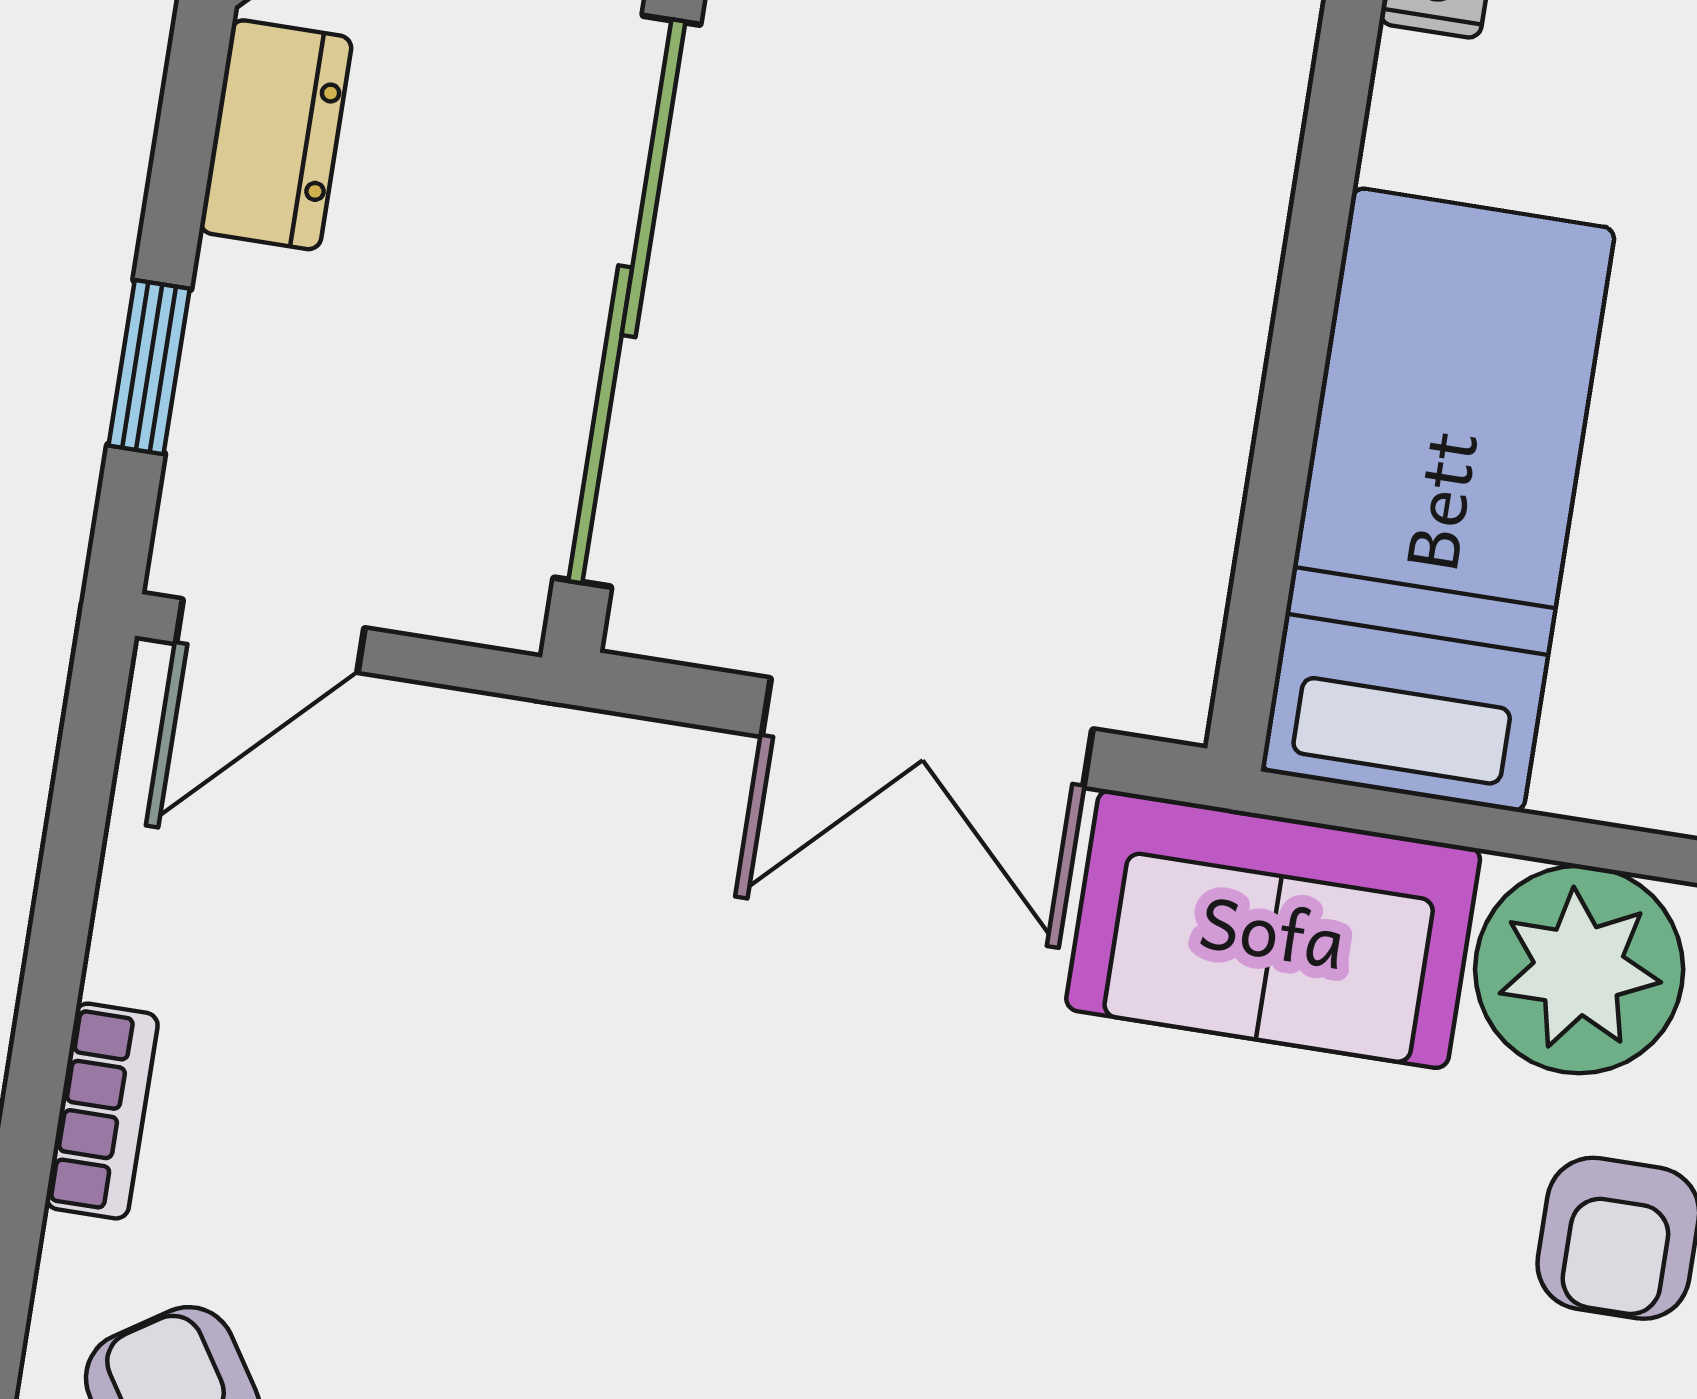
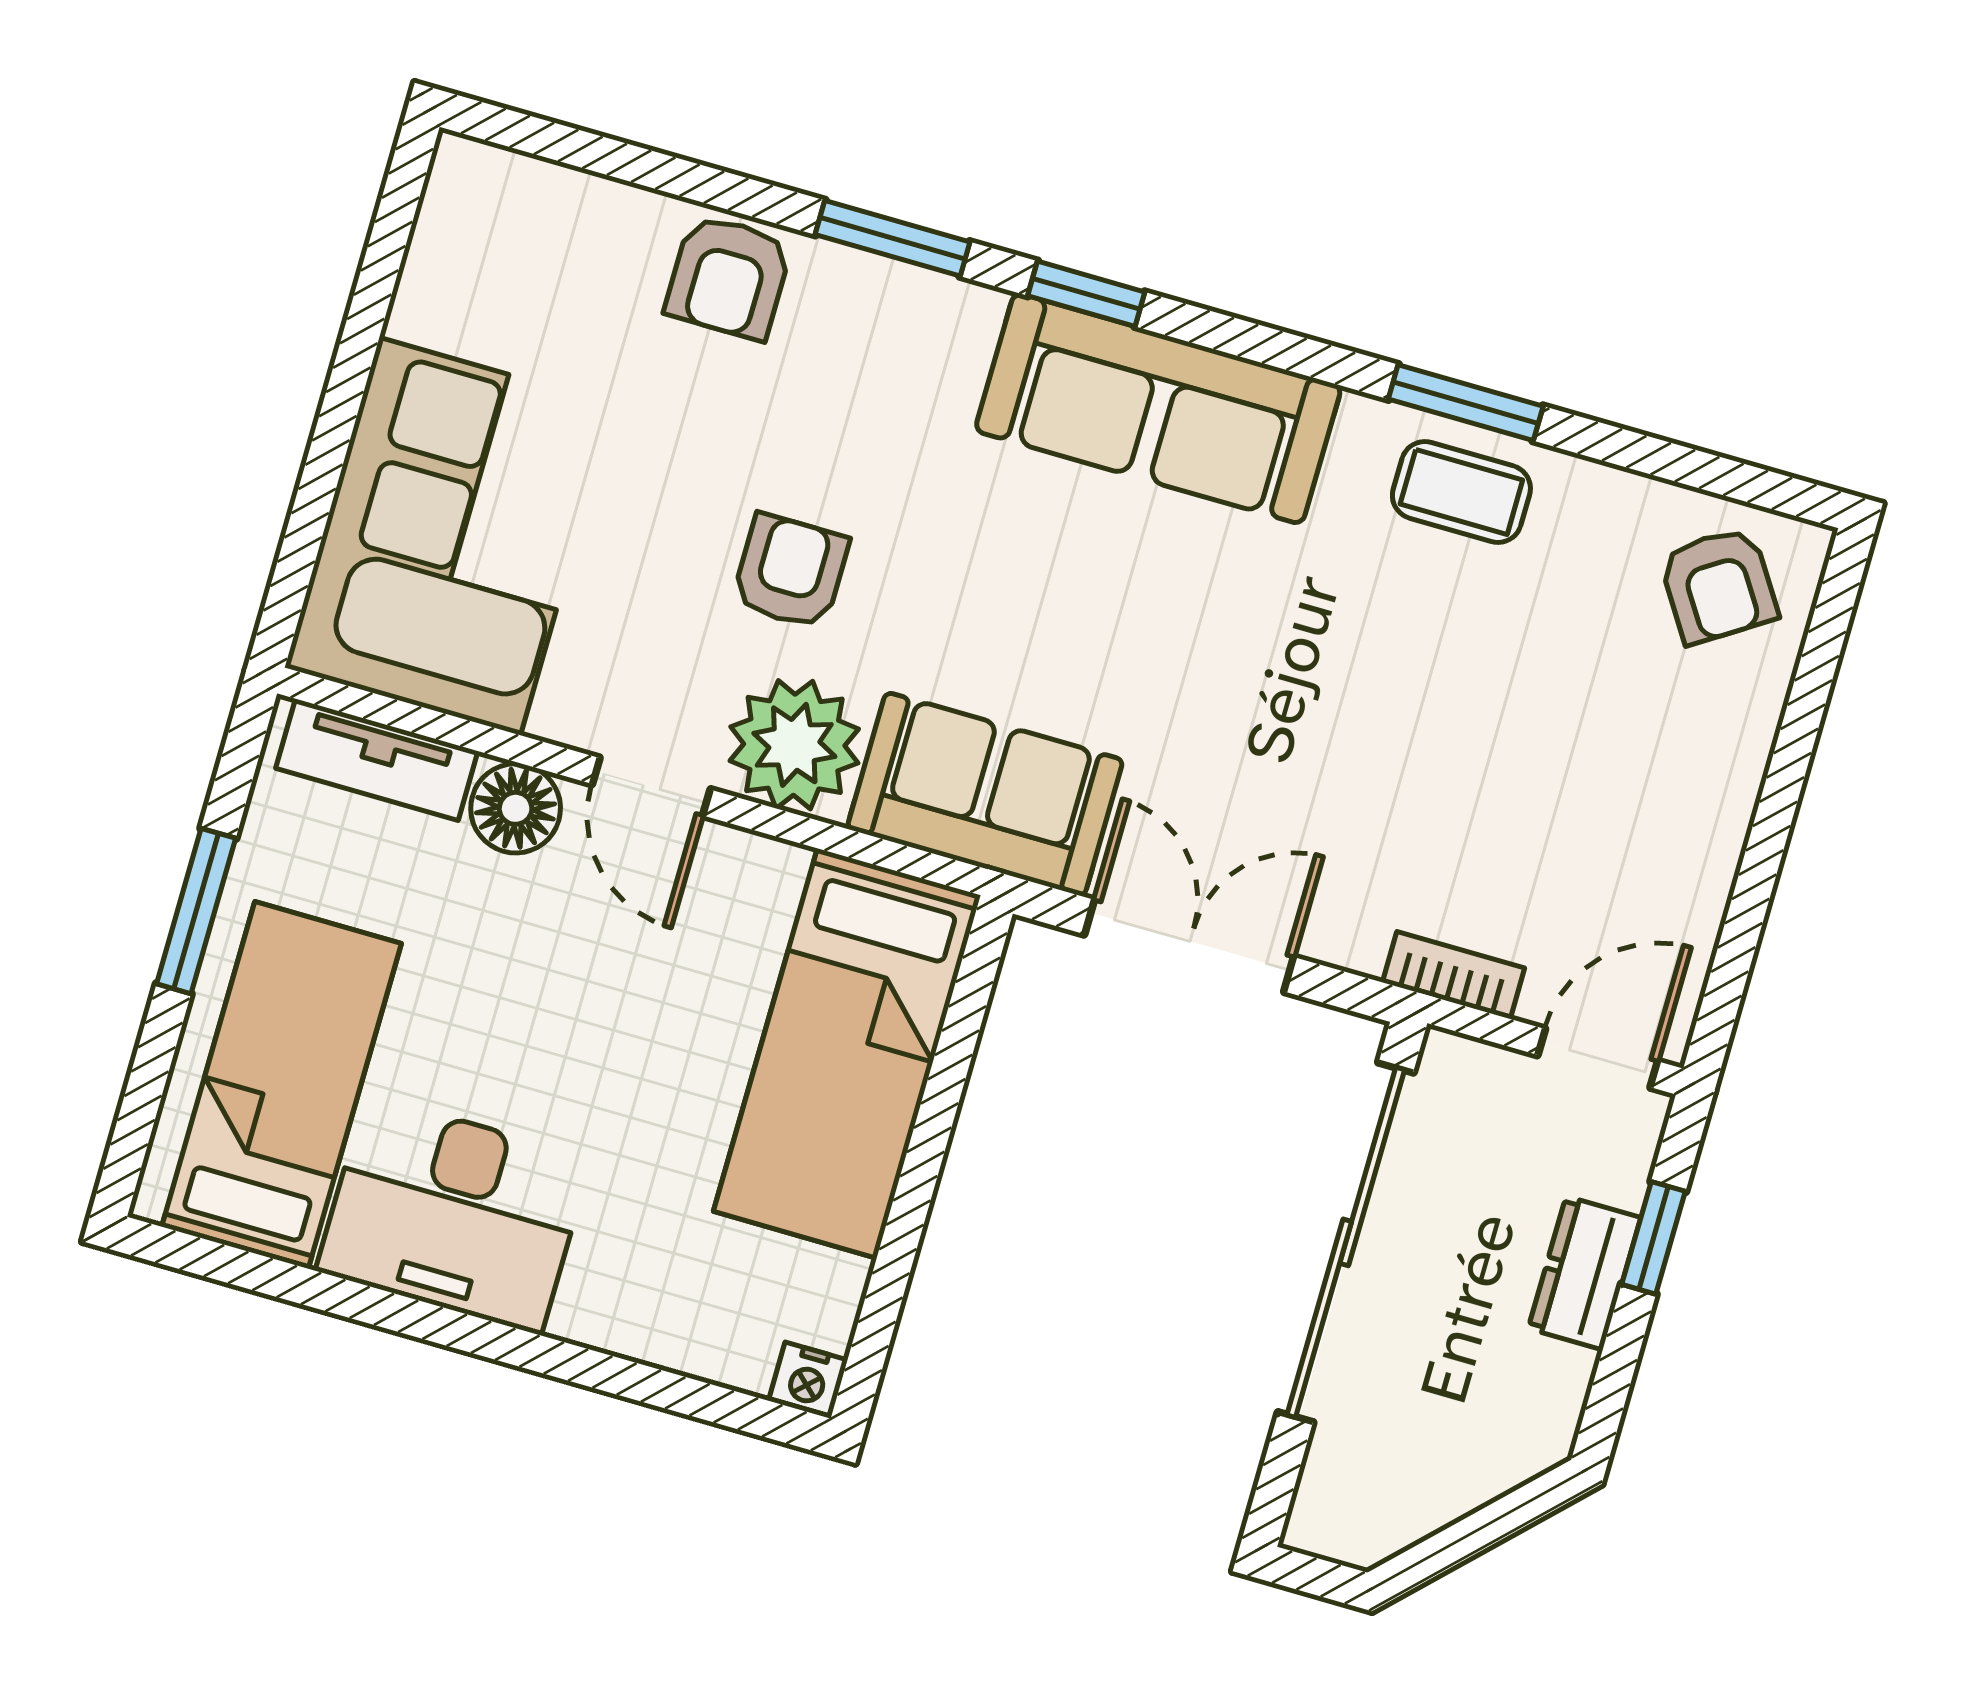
dresser: (276, 135) -> (1584, 1273), moved
bookcase: (102, 1111) -> (1454, 975), moved, turned 90

